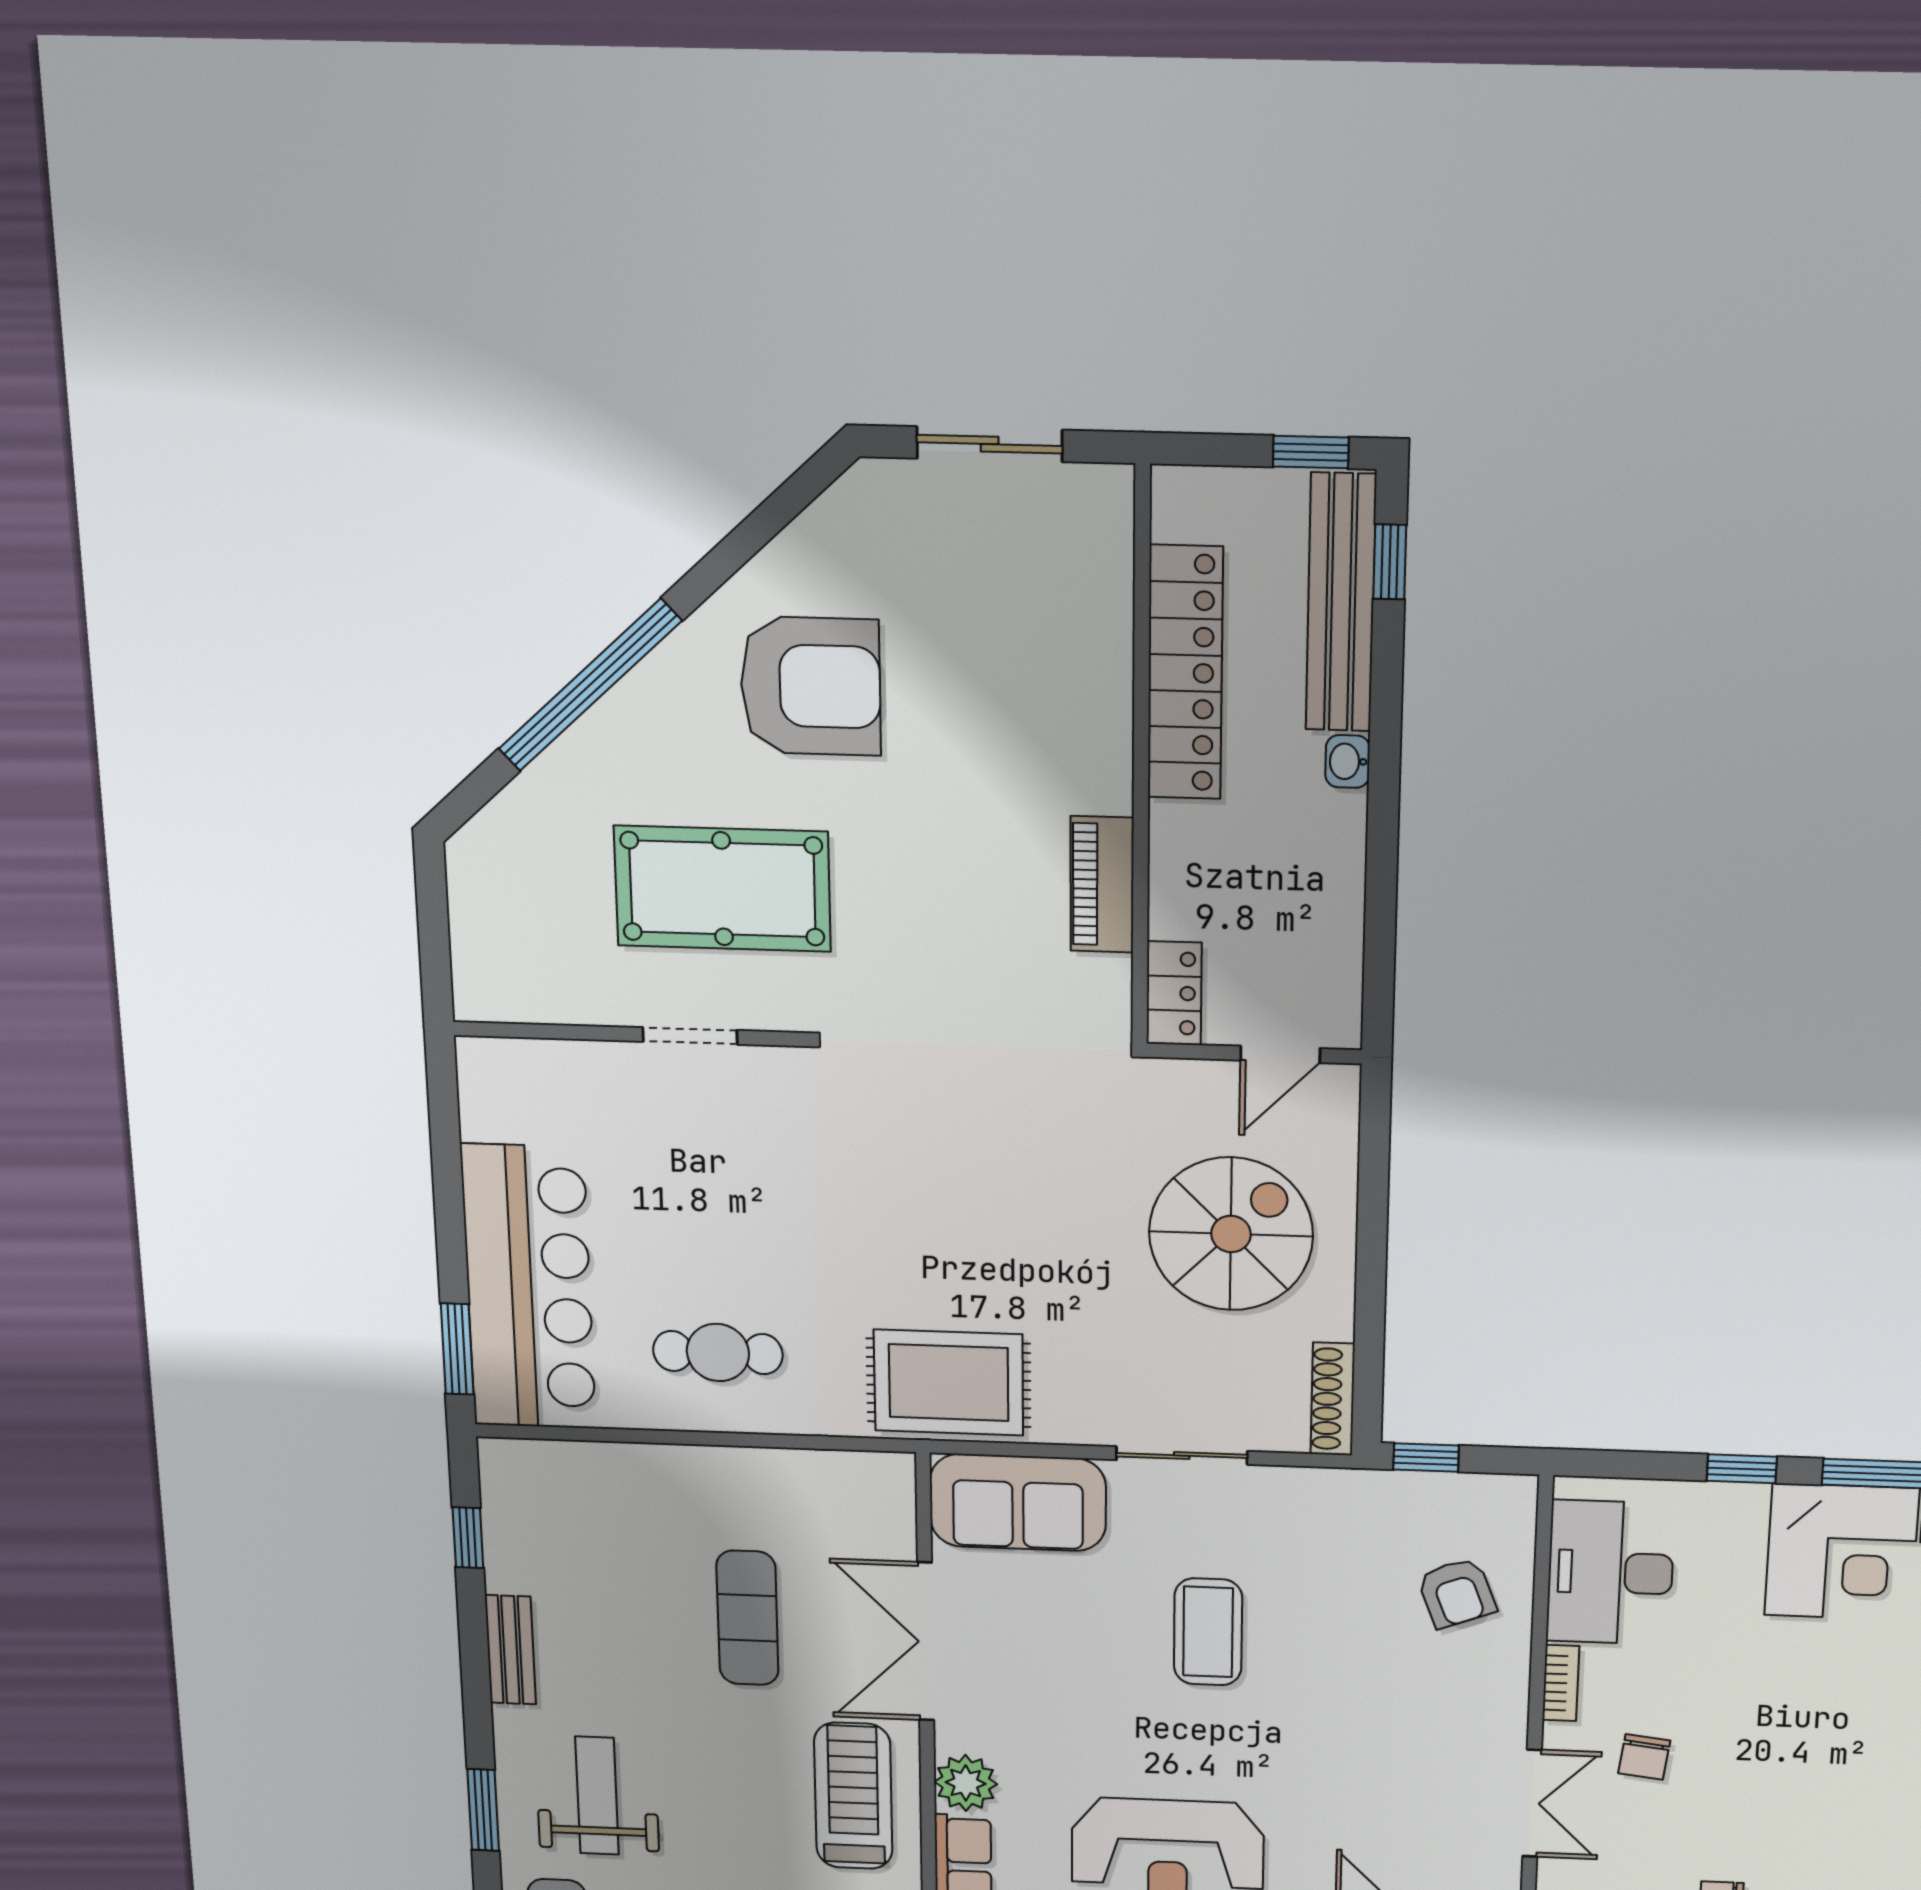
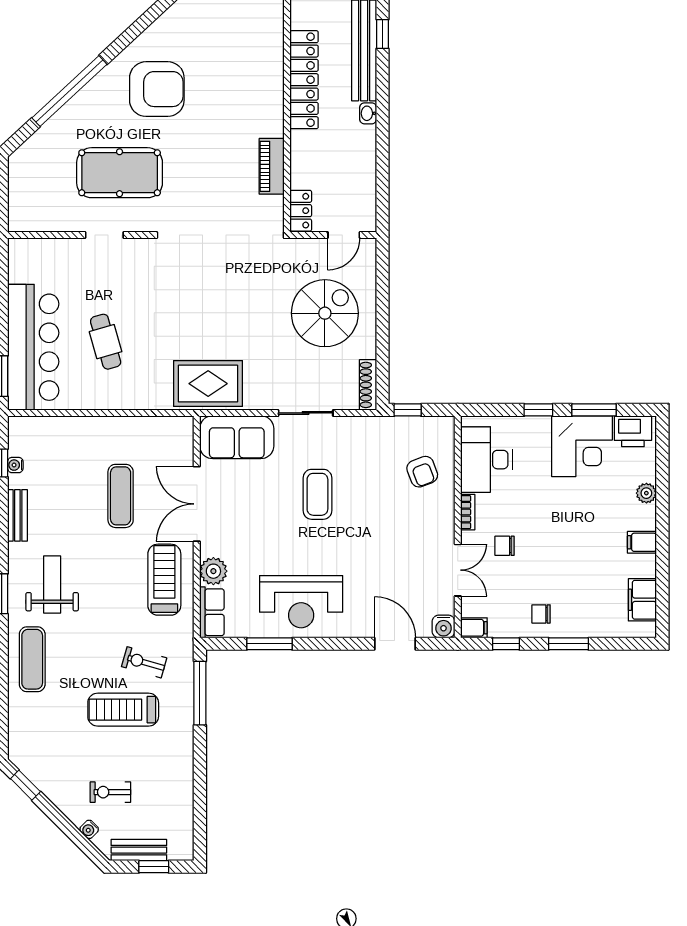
cafe table: (718, 1353) -> (106, 342), moved, turned 74
water cooler: (500, 1543) -> (15, 465), added
chair: (1644, 1757) -> (505, 546), turned 83

